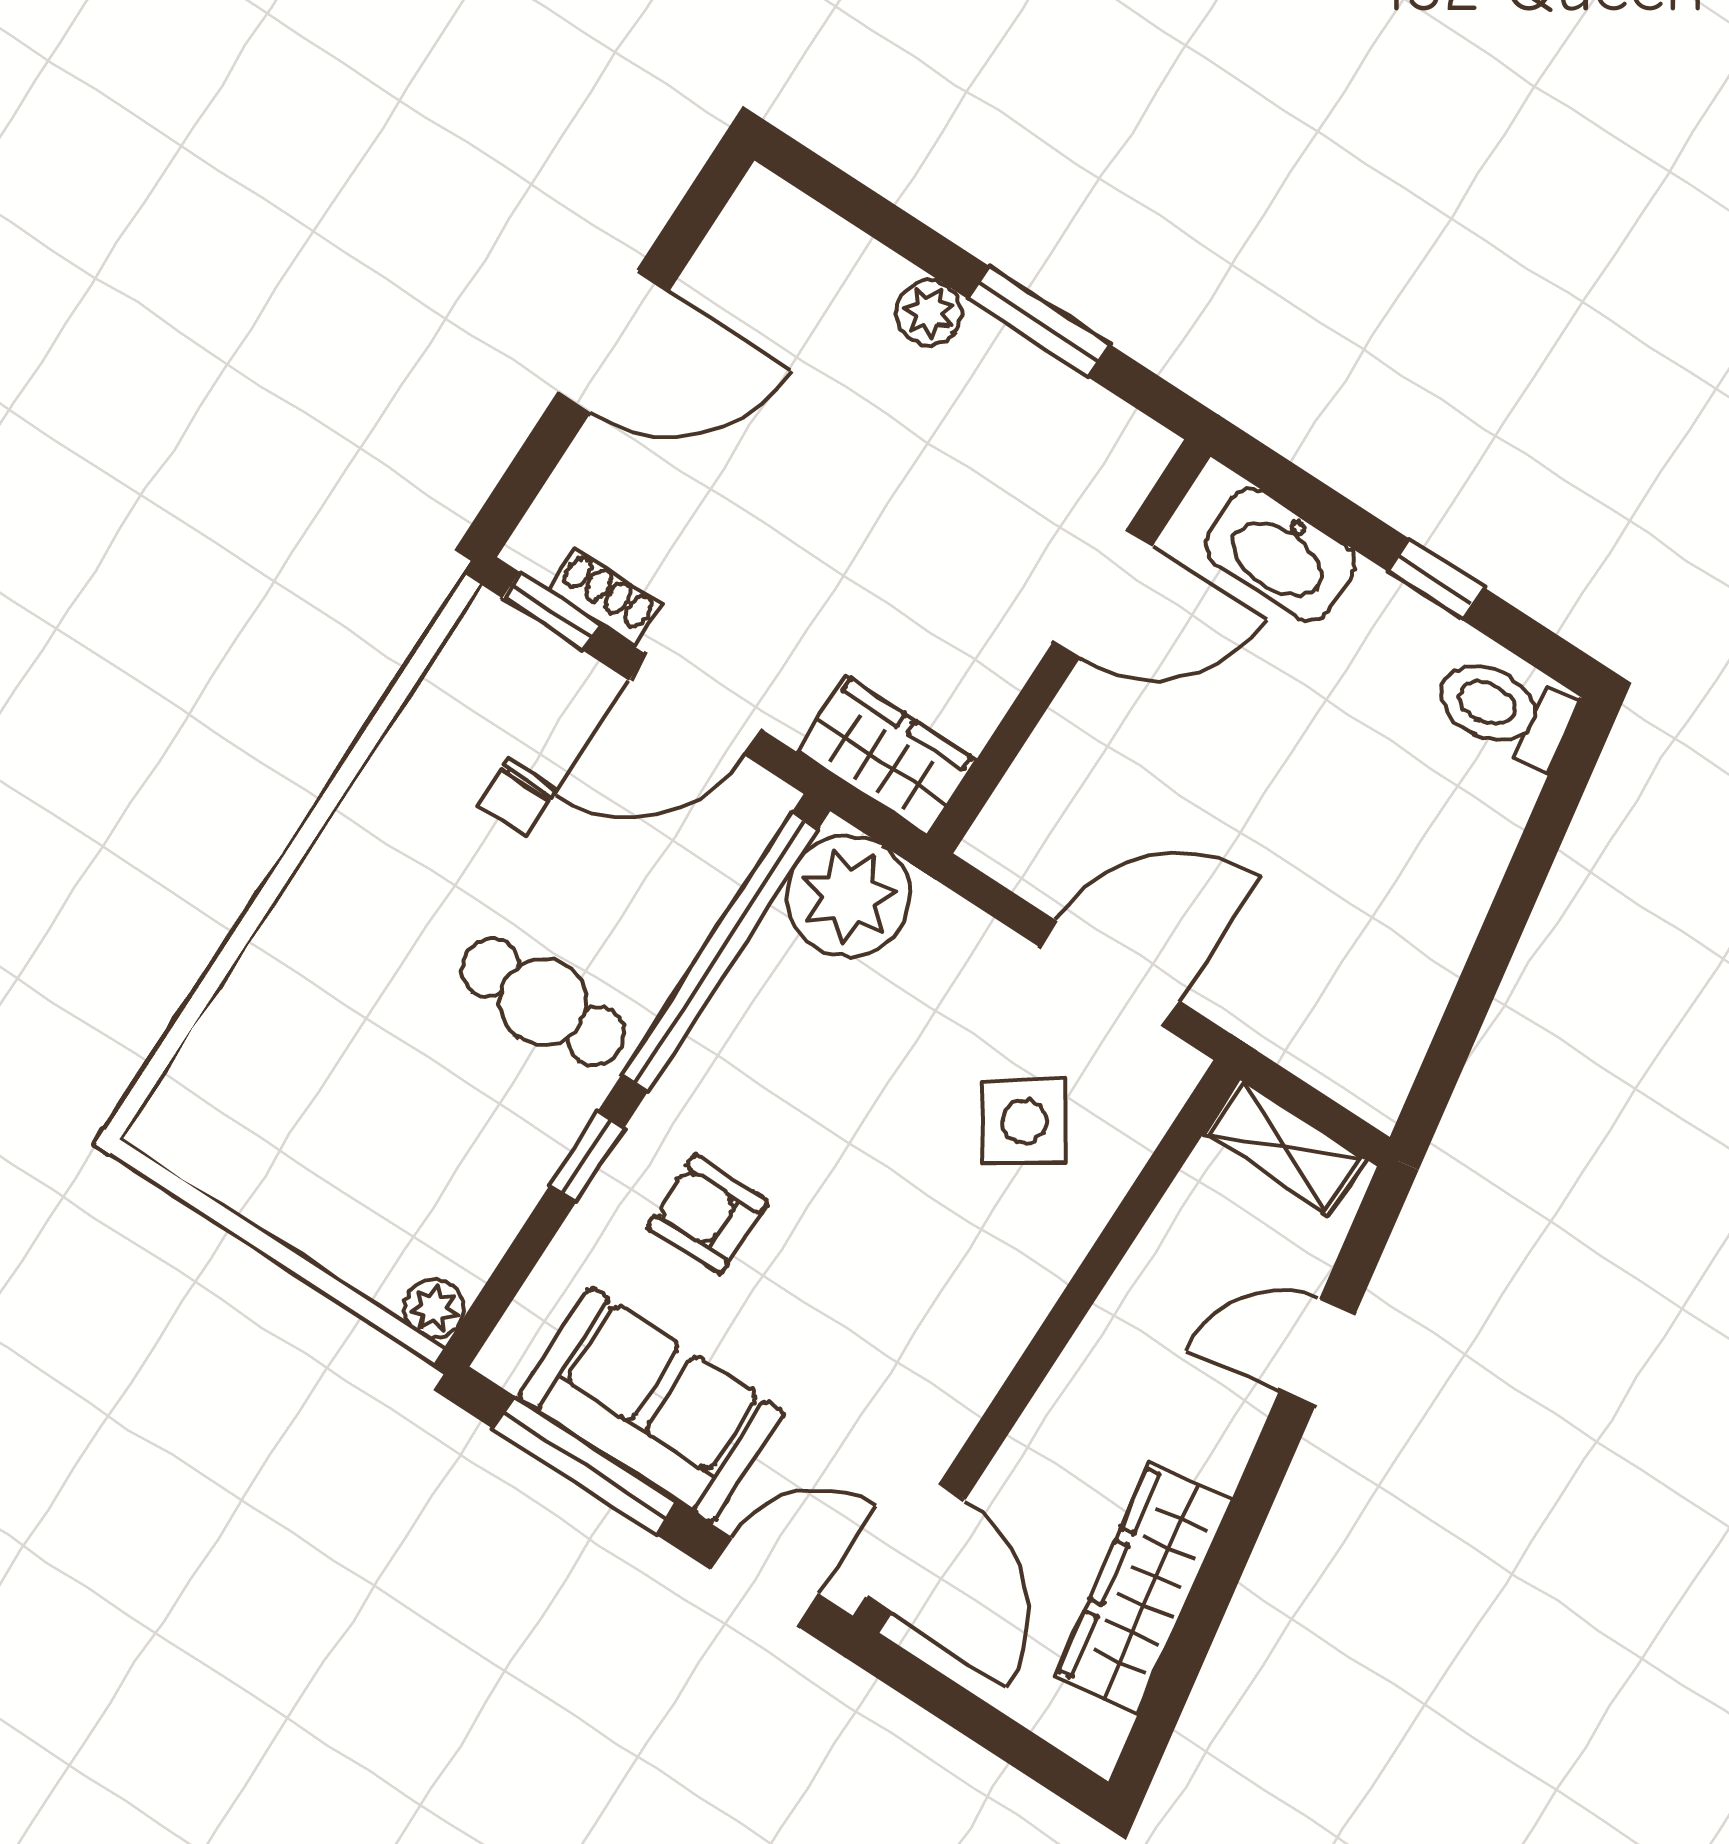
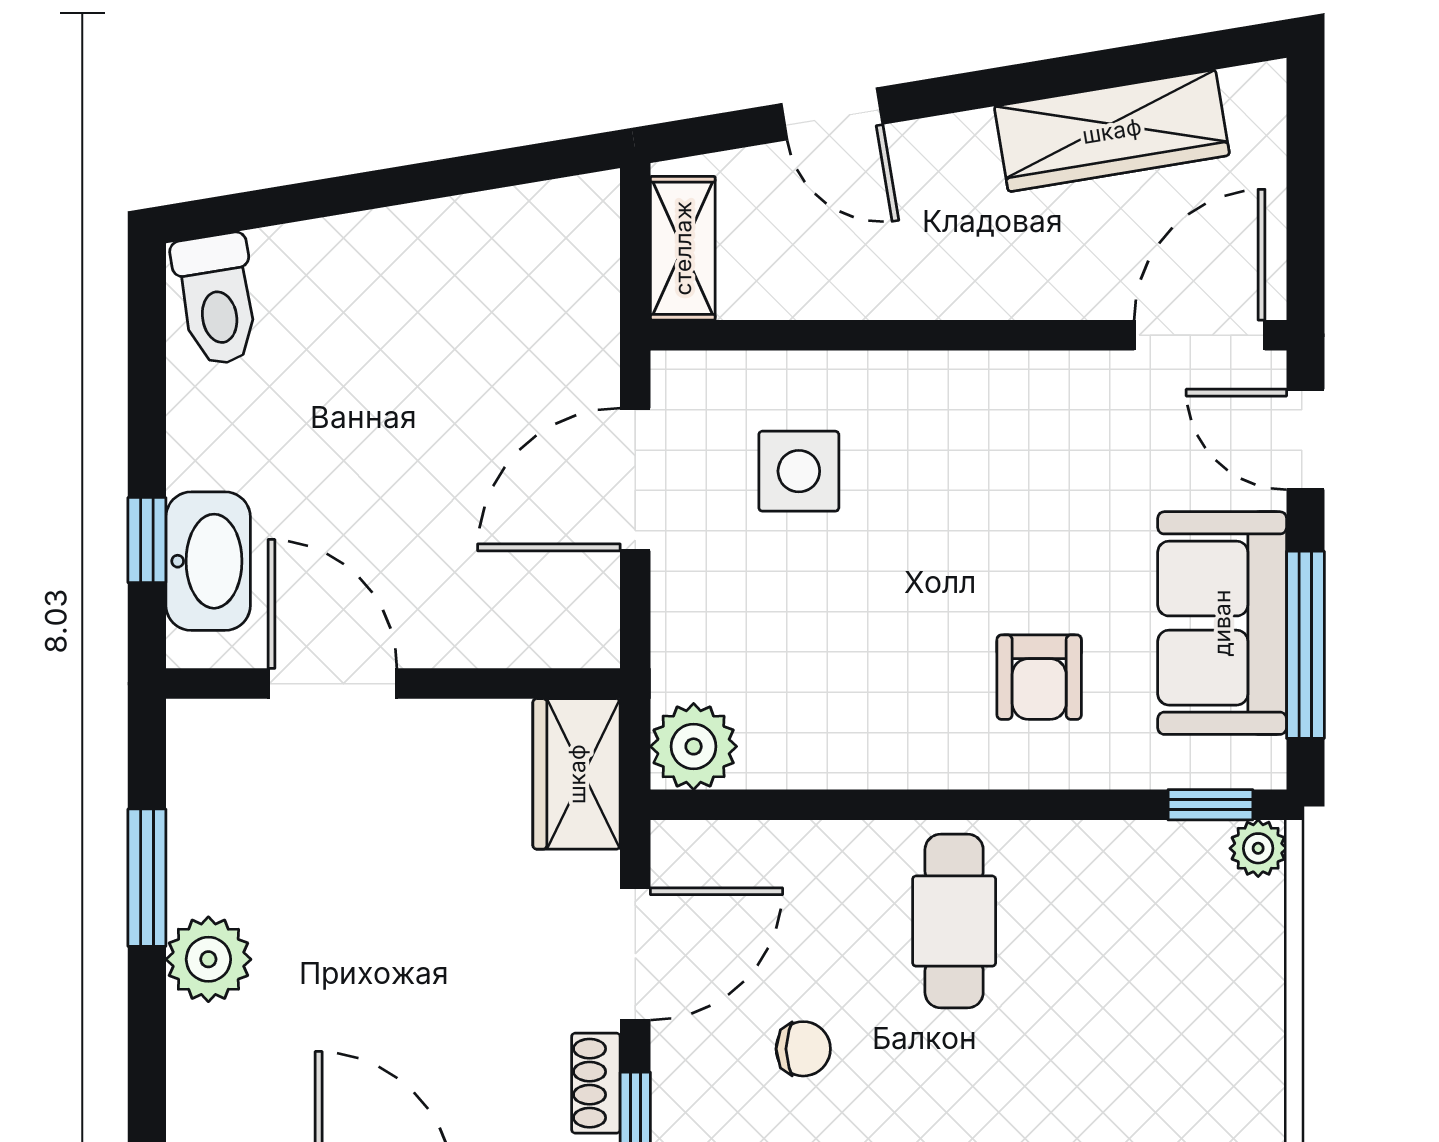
plant: (929, 312) -> (208, 959), width x1.38, depth x1.38
window: (1435, 579) -> (147, 540), moved
door: (695, 705) -> (635, 954), hinge flipped
plant: (848, 896) -> (694, 746), width x0.73, depth x0.73
window: (720, 952) -> (821, 805), removed
door: (1109, 974) -> (635, 480), hinge flipped
side table: (1024, 1121) -> (799, 471), turned 34
window: (587, 1157) -> (1210, 805), moved

